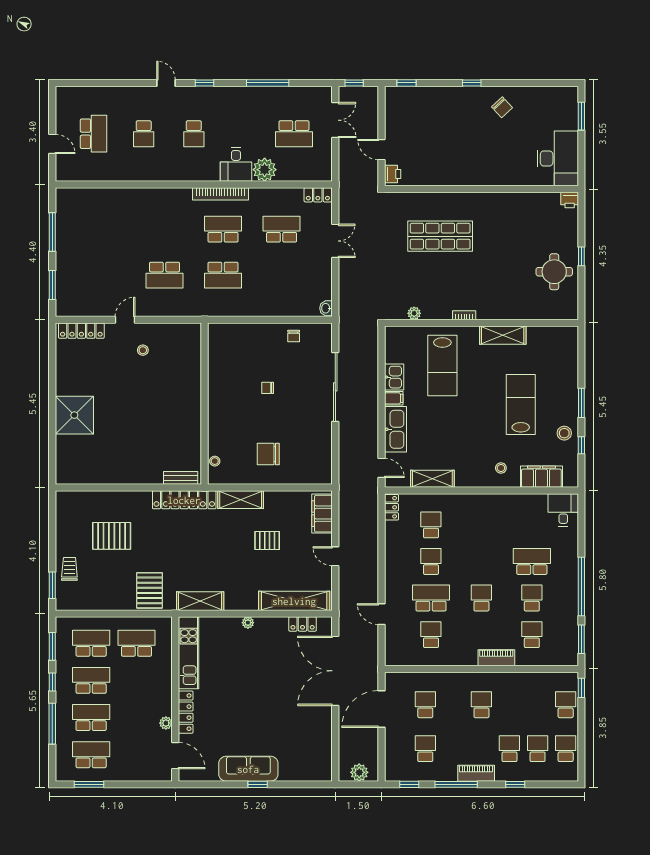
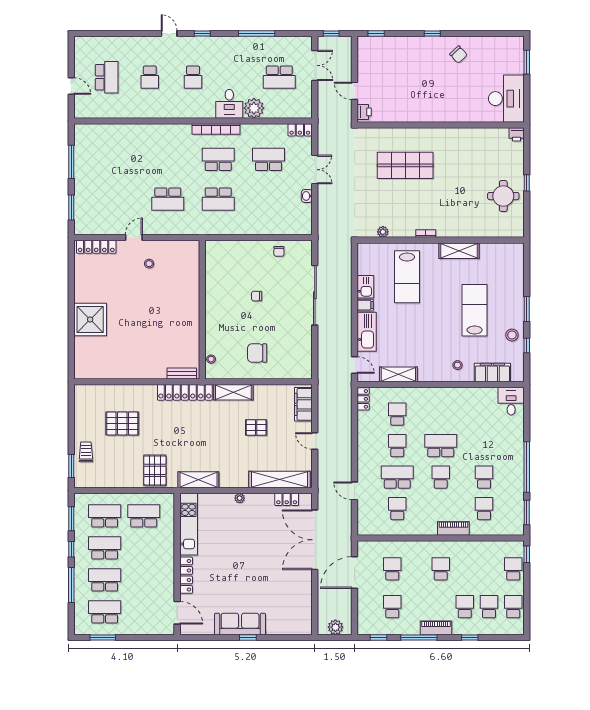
washbasin: (326, 308) -> (307, 196), moved
school desk: (532, 561) -> (441, 446), moved
plant: (166, 723) -> (169, 585), removed

